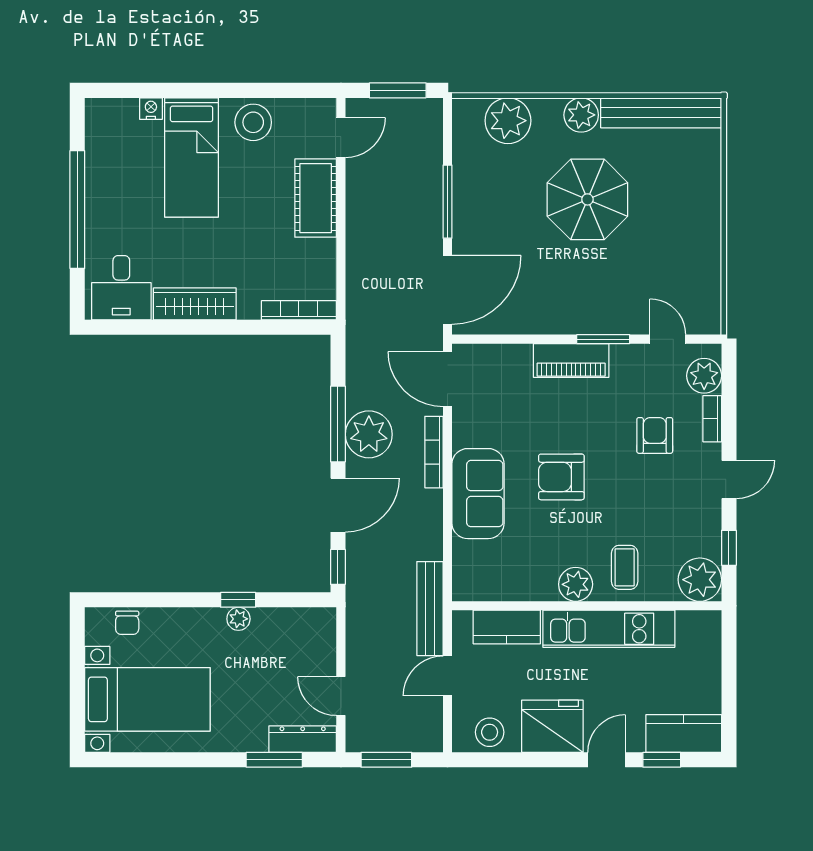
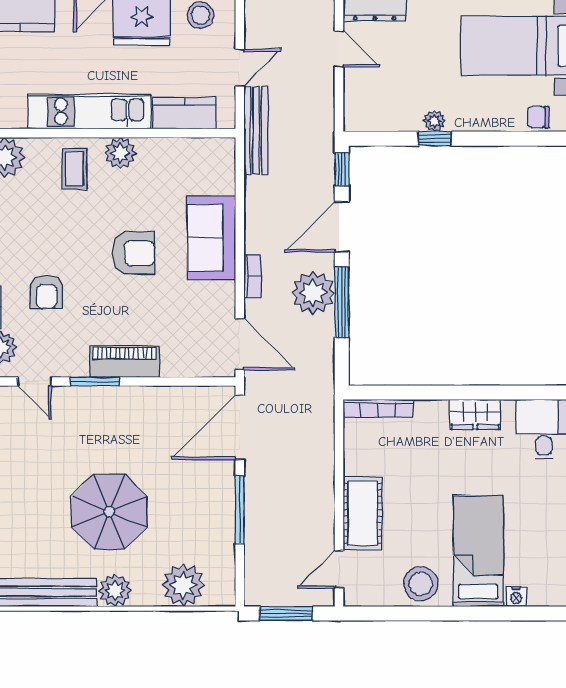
wardrobe: (195, 304) -> (475, 414), width x0.67
bookcase: (434, 452) -> (252, 276), width x0.64
chair: (127, 623) -> (538, 117), turned -90

